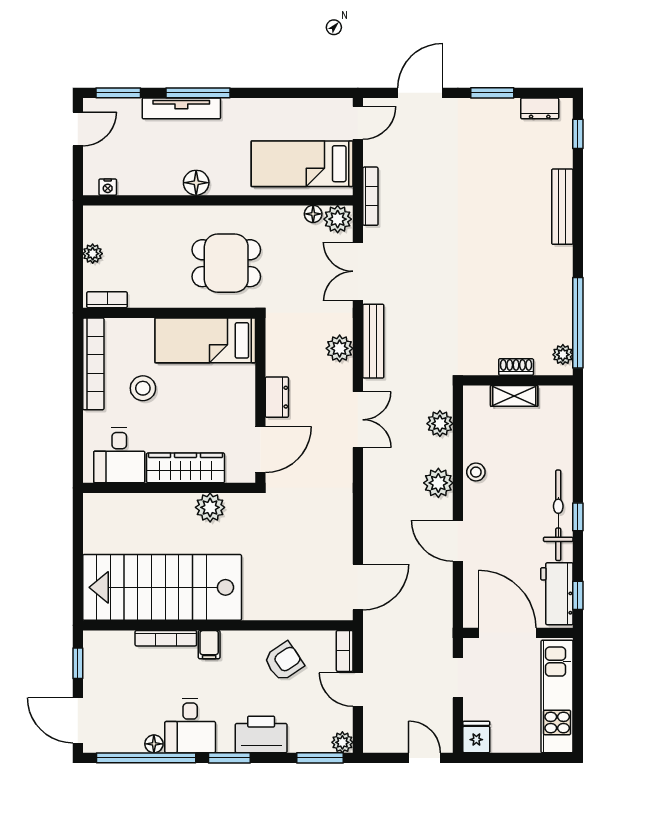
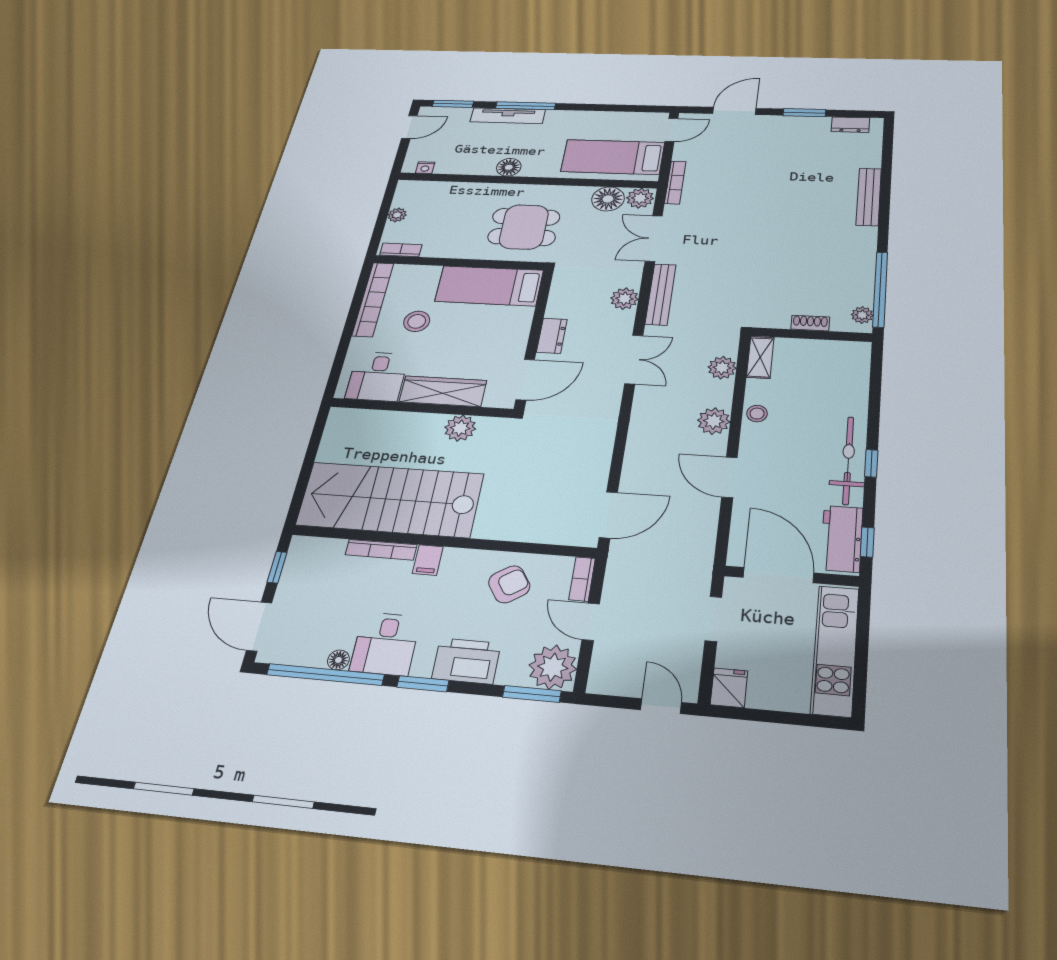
window: (578, 134) -> (888, 144), removed
floor lamp: (313, 214) -> (608, 199), width x1.89, depth x1.89
shelving: (514, 396) -> (760, 357), moved, turned 90
plant: (342, 742) -> (553, 667), width x1.88, depth x1.88

